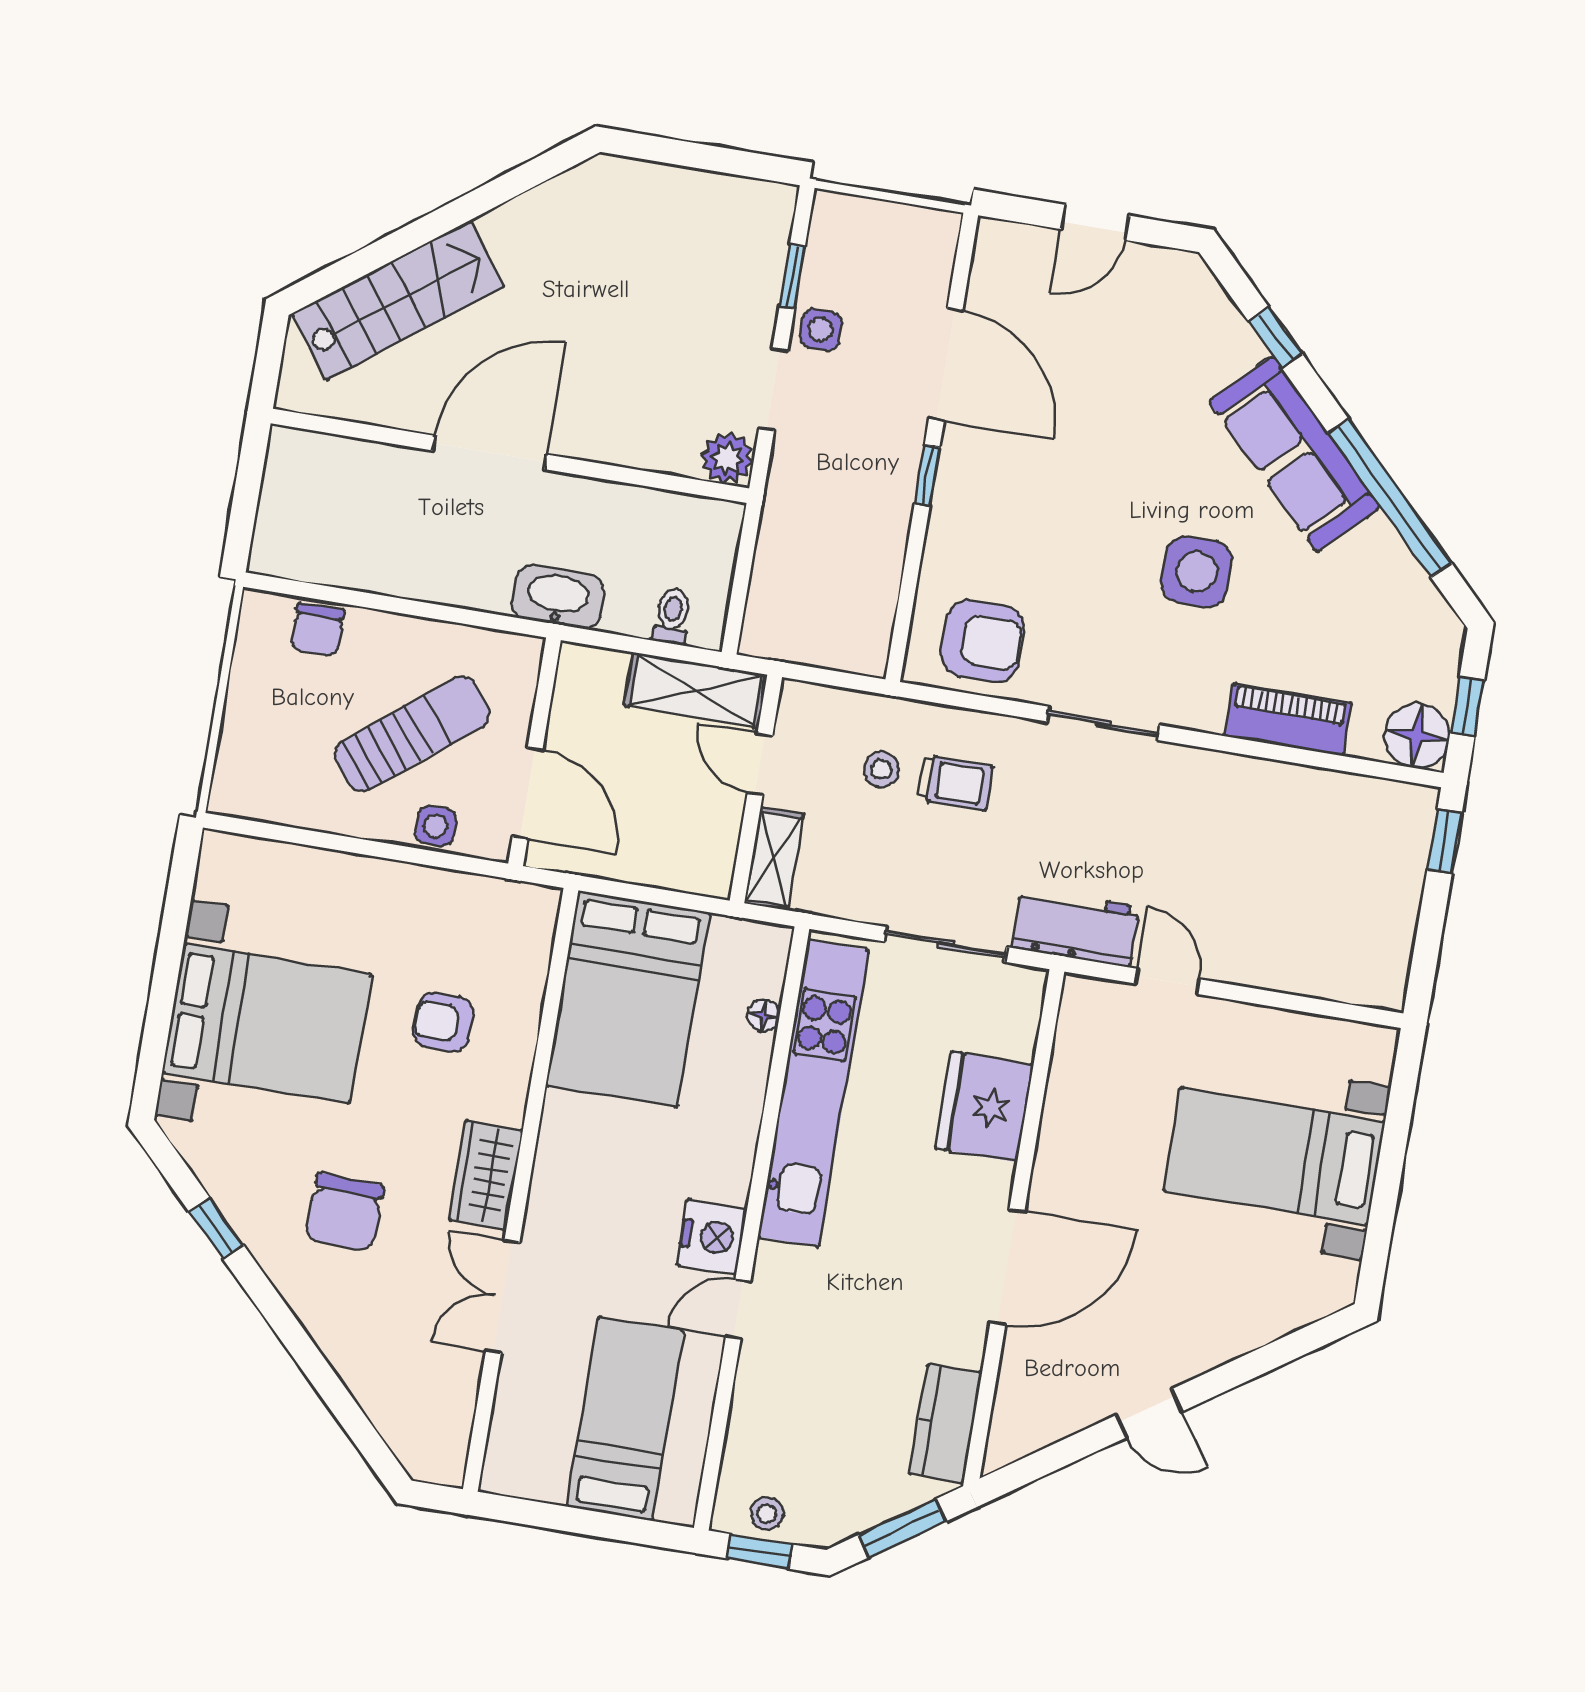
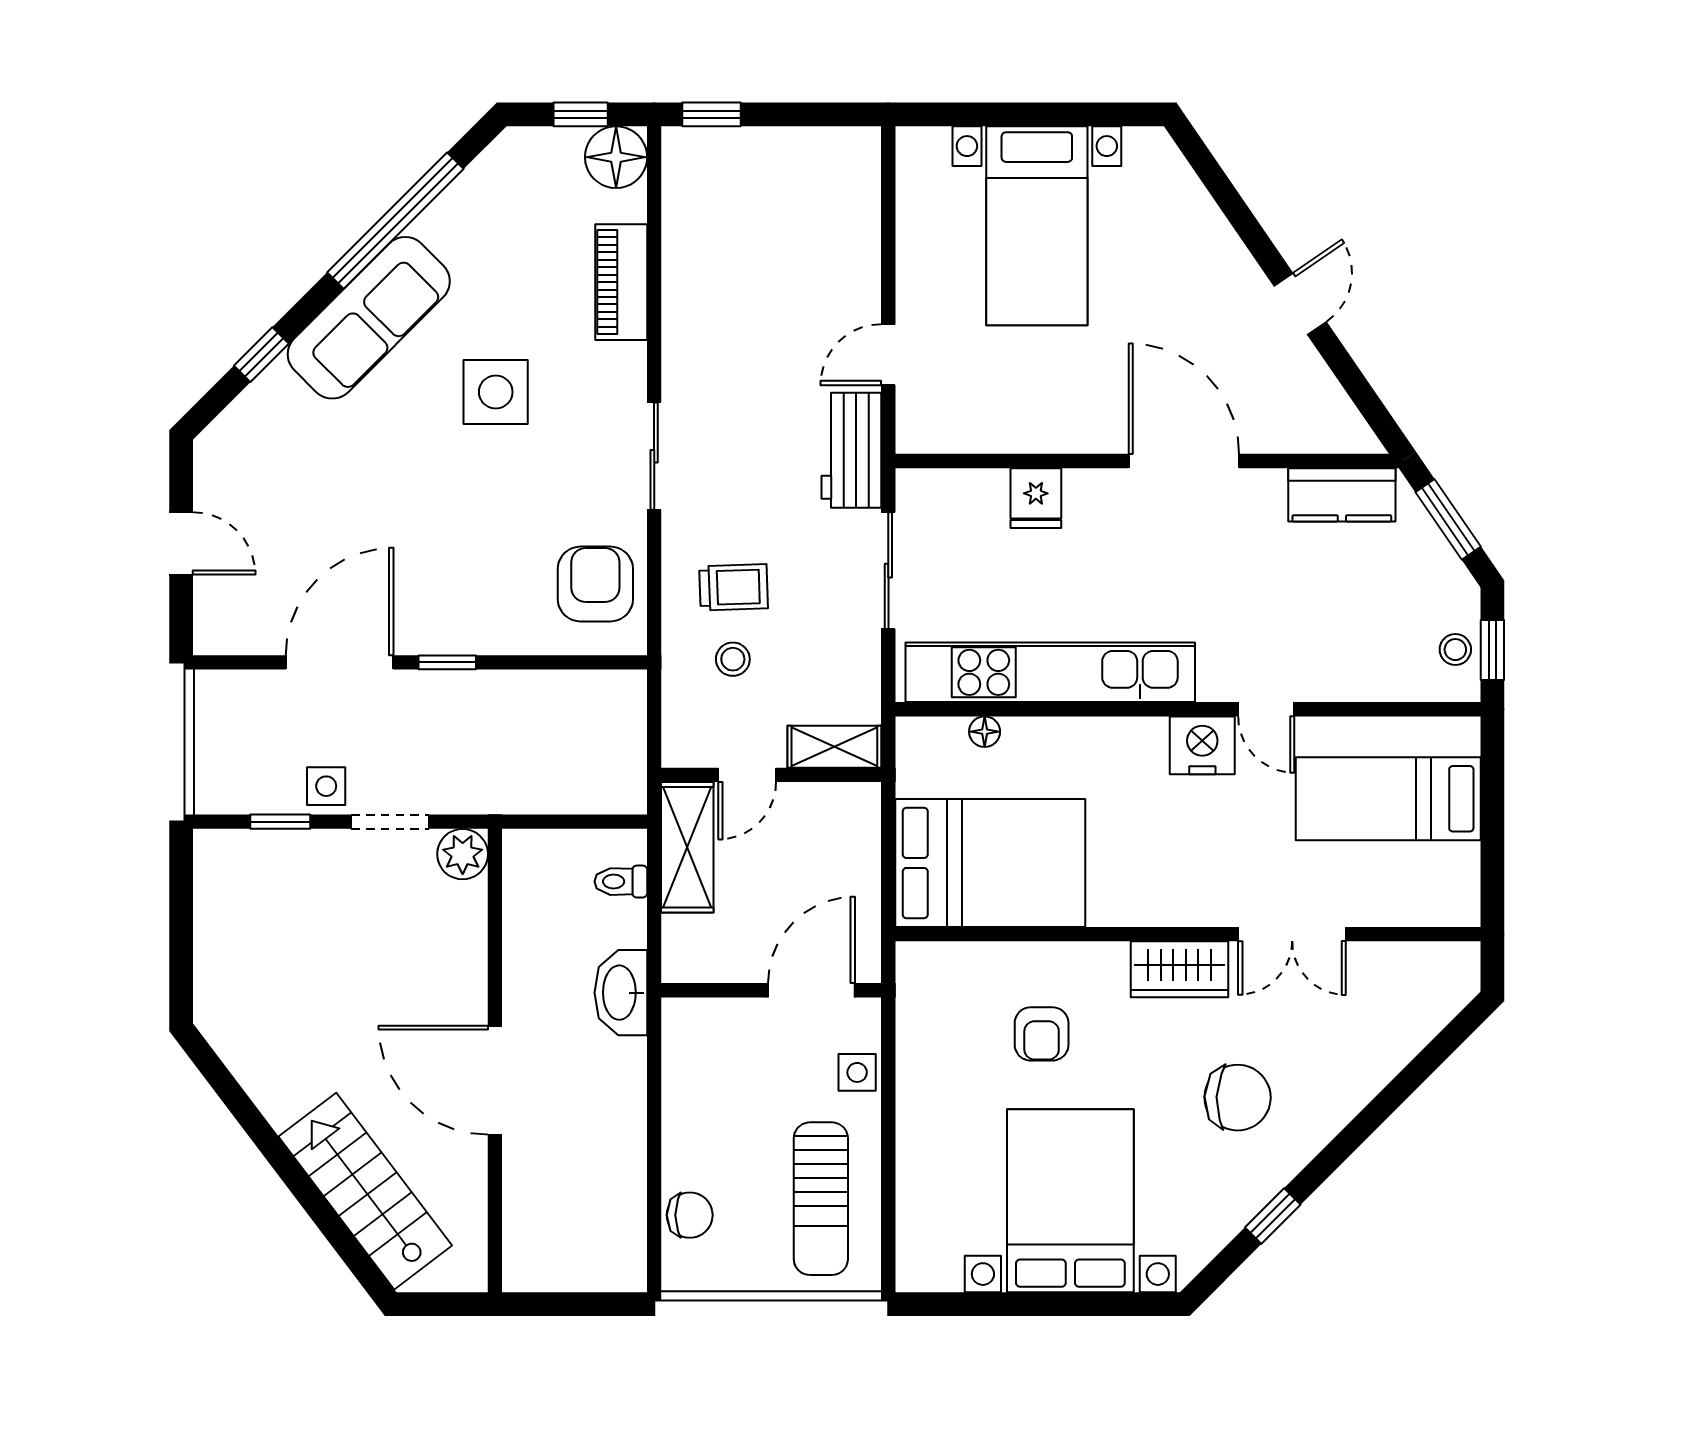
sun lounger: (412, 734) -> (821, 1199), moved, turned -141
trolley: (955, 783) -> (734, 587), turned 88
fridge: (984, 1107) -> (1036, 498), width x0.53, depth x0.75

